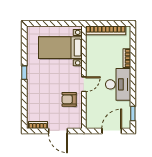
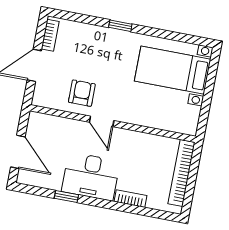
bed with nightstands: (60, 48) -> (173, 70), moved, turned -90
window: (24, 73) -> (120, 26), moved
window: (133, 113) -> (66, 196), moved

